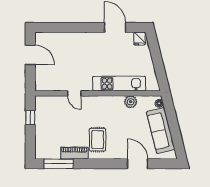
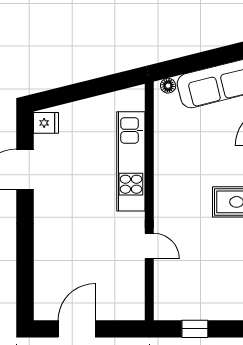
door: (74, 93) -> (149, 246), hinge flipped
plant: (131, 102) -> (165, 140), removed

